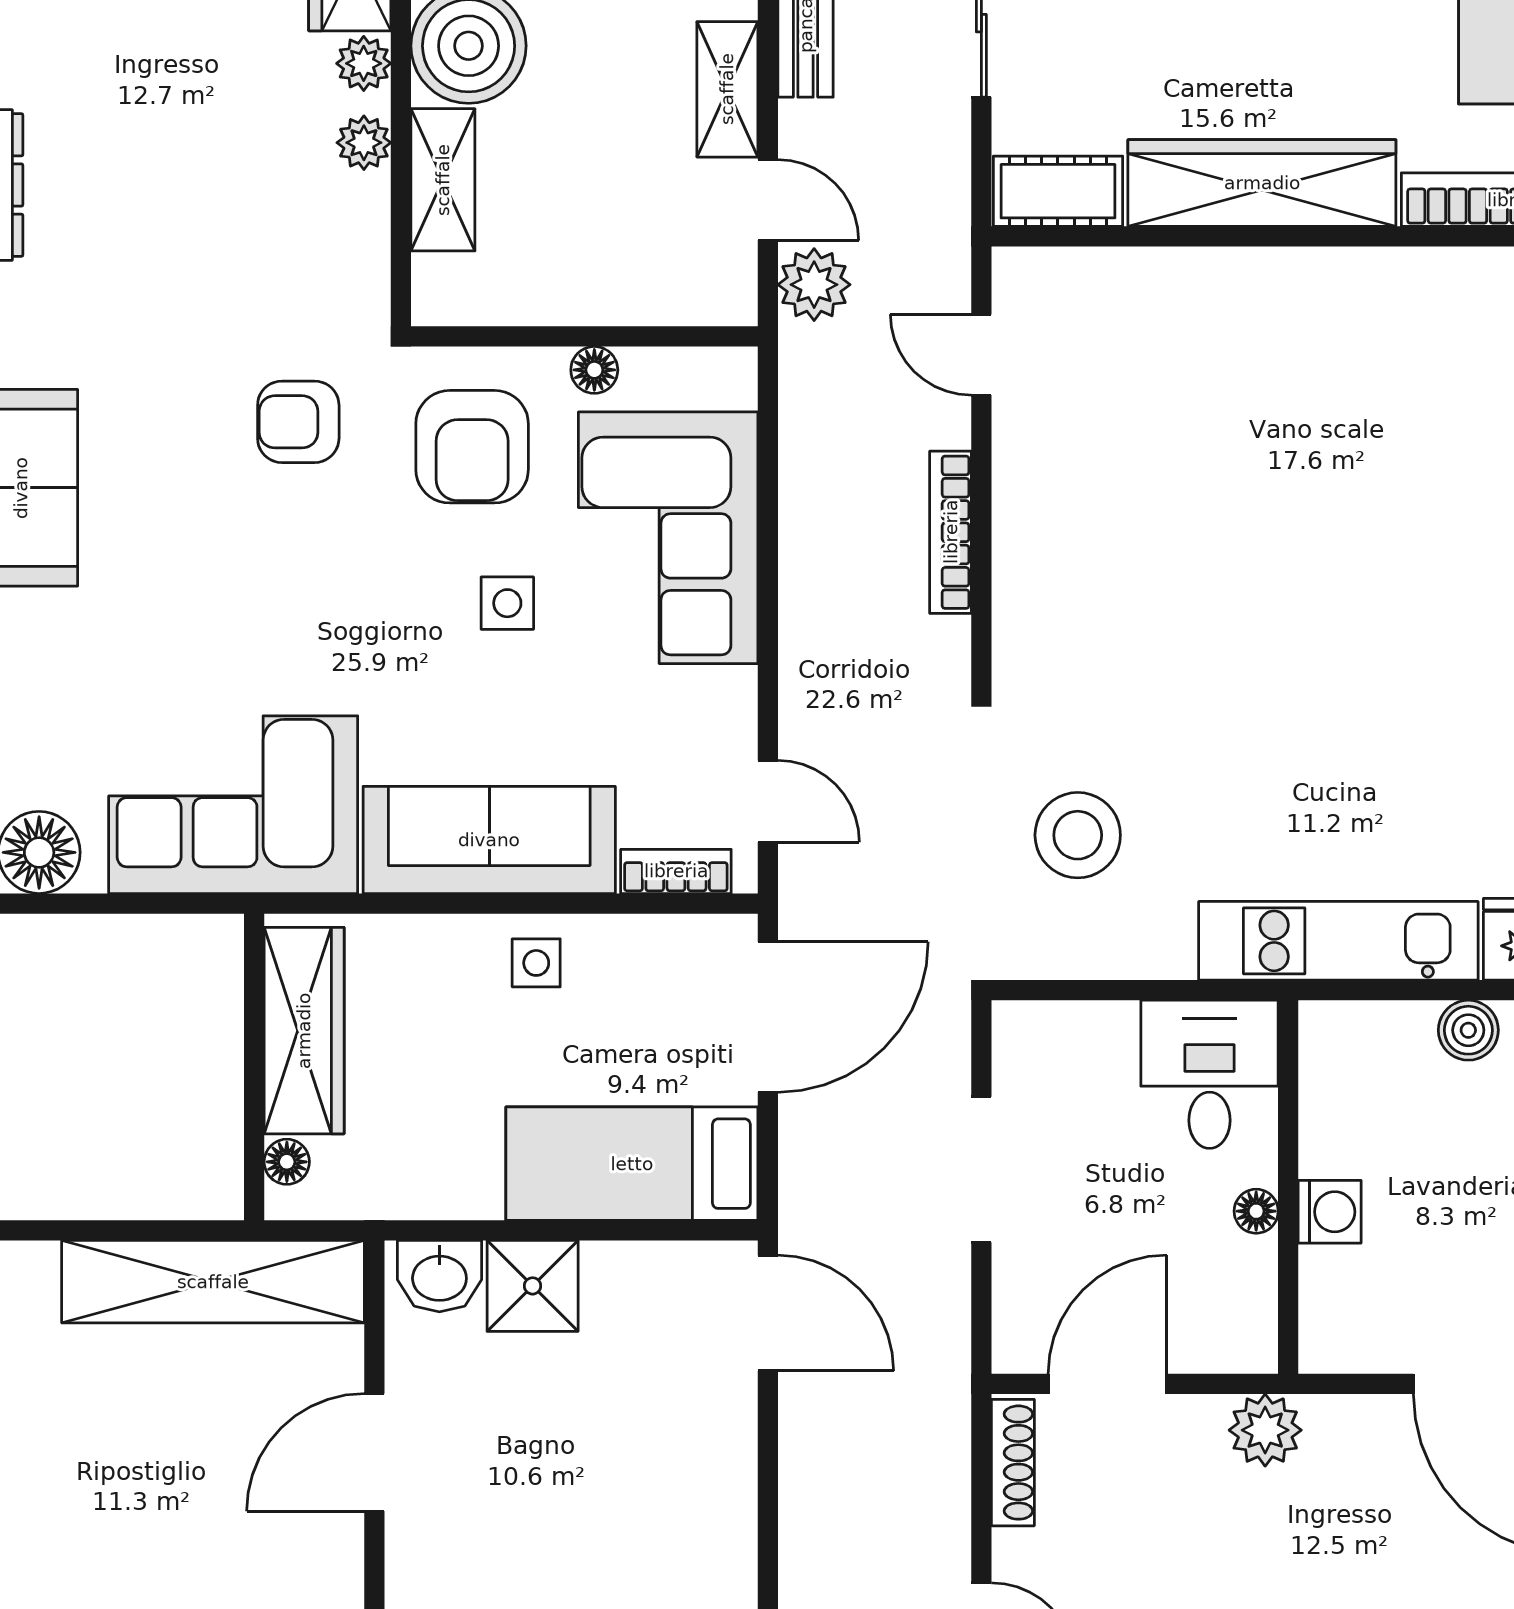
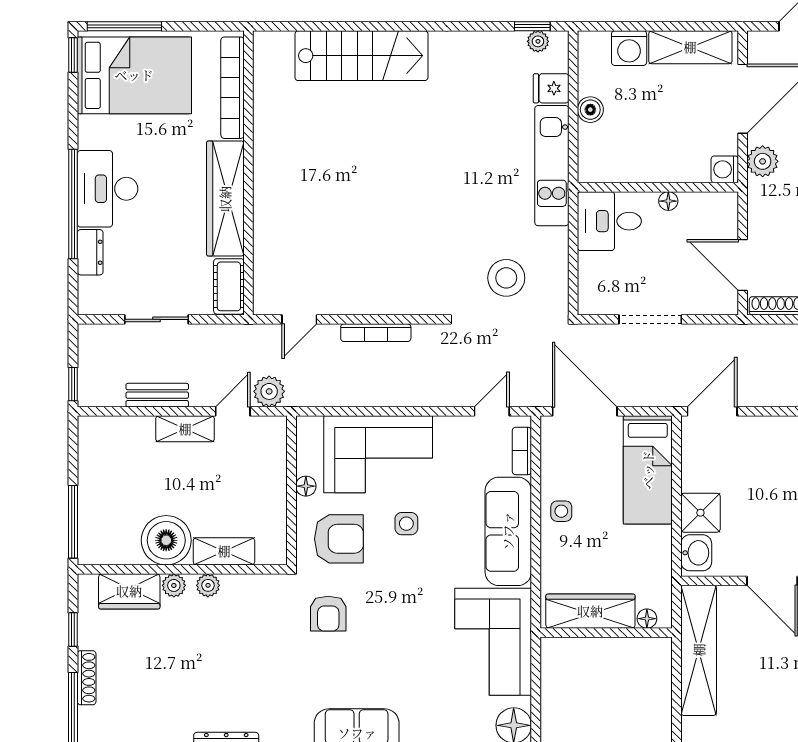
washing machine: (1330, 1212) -> (725, 169), moved, turned -90
plant: (1265, 1430) -> (763, 161), moved

